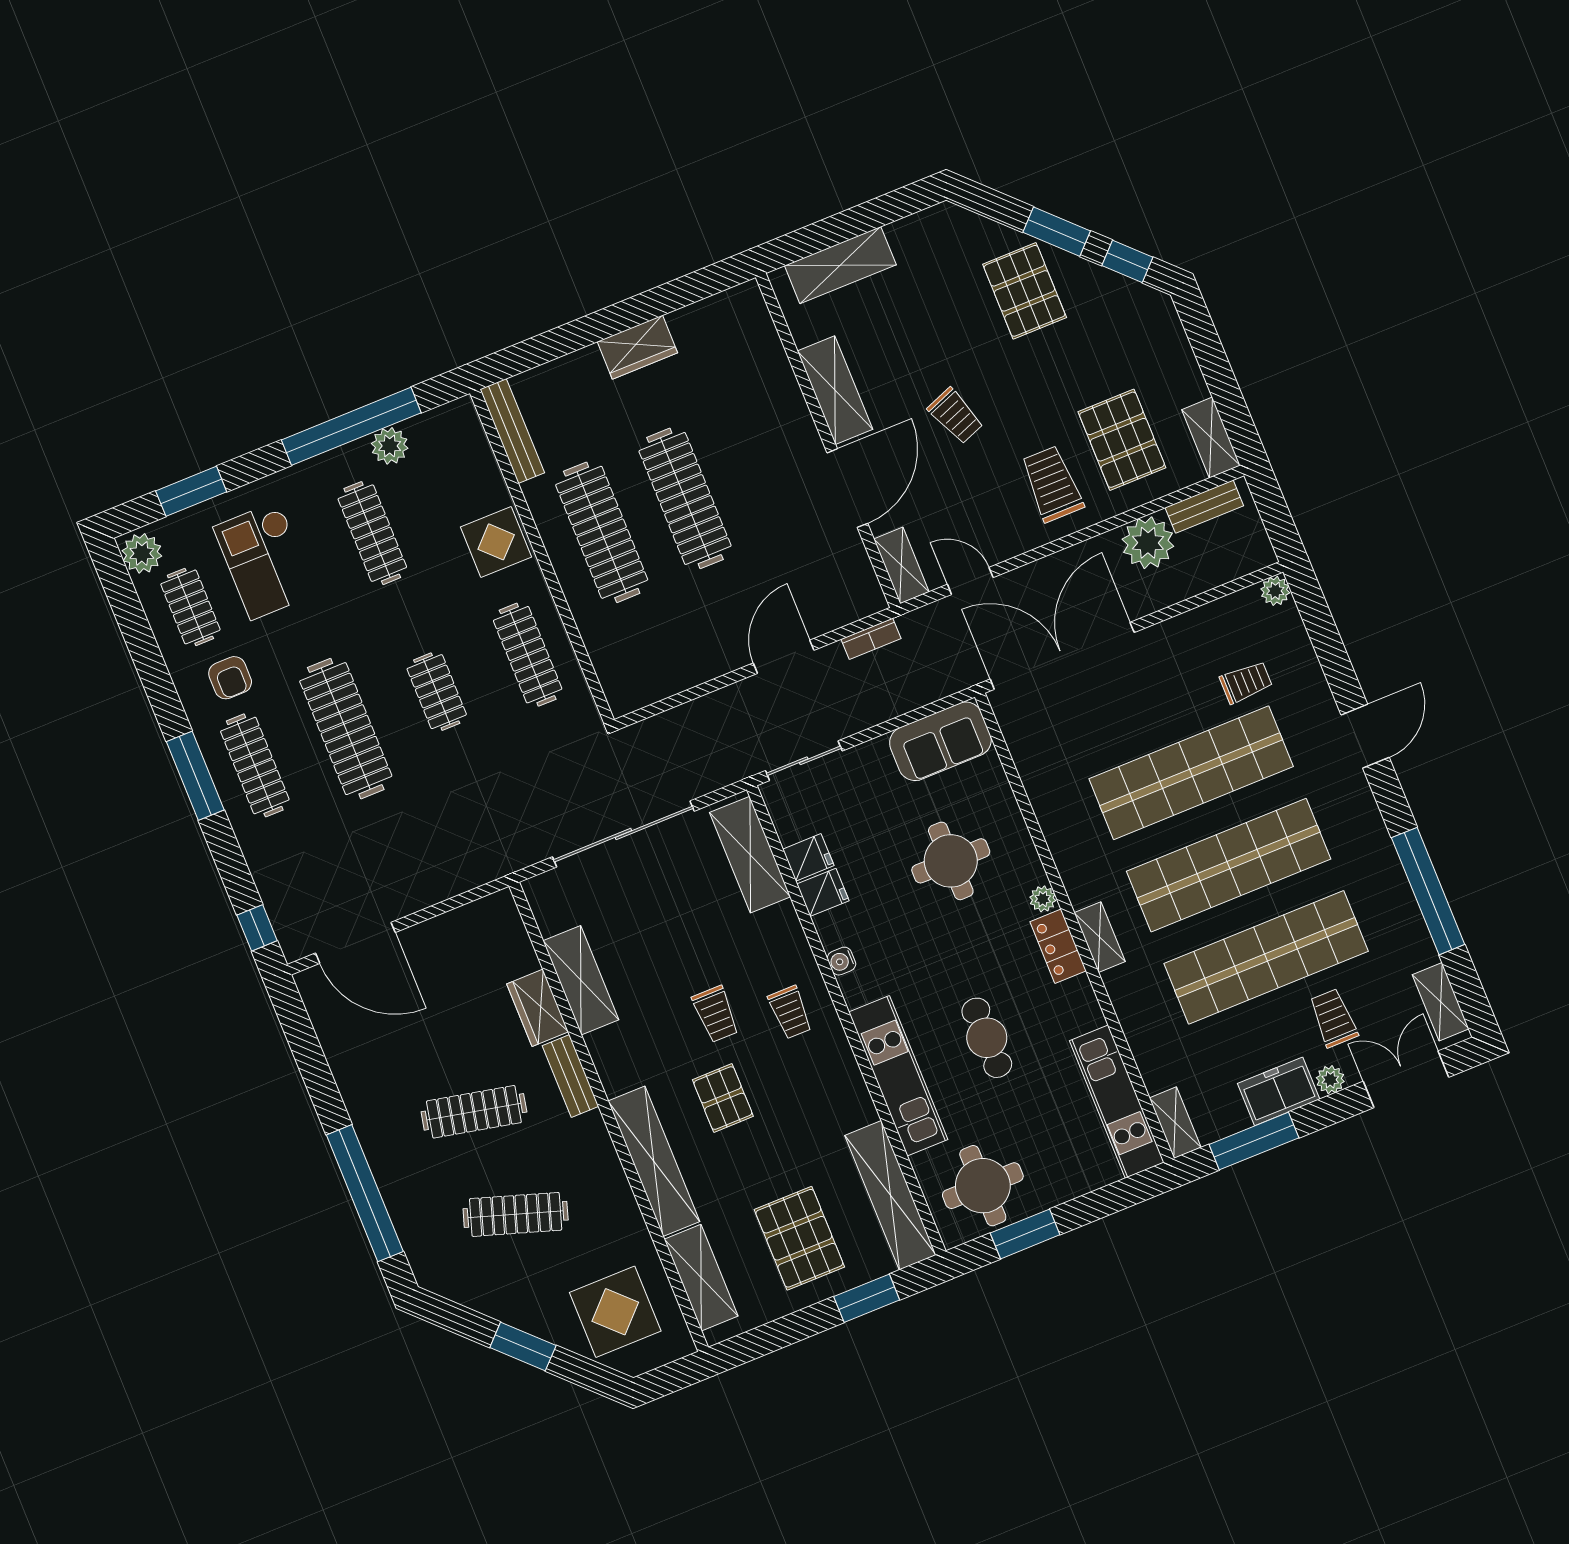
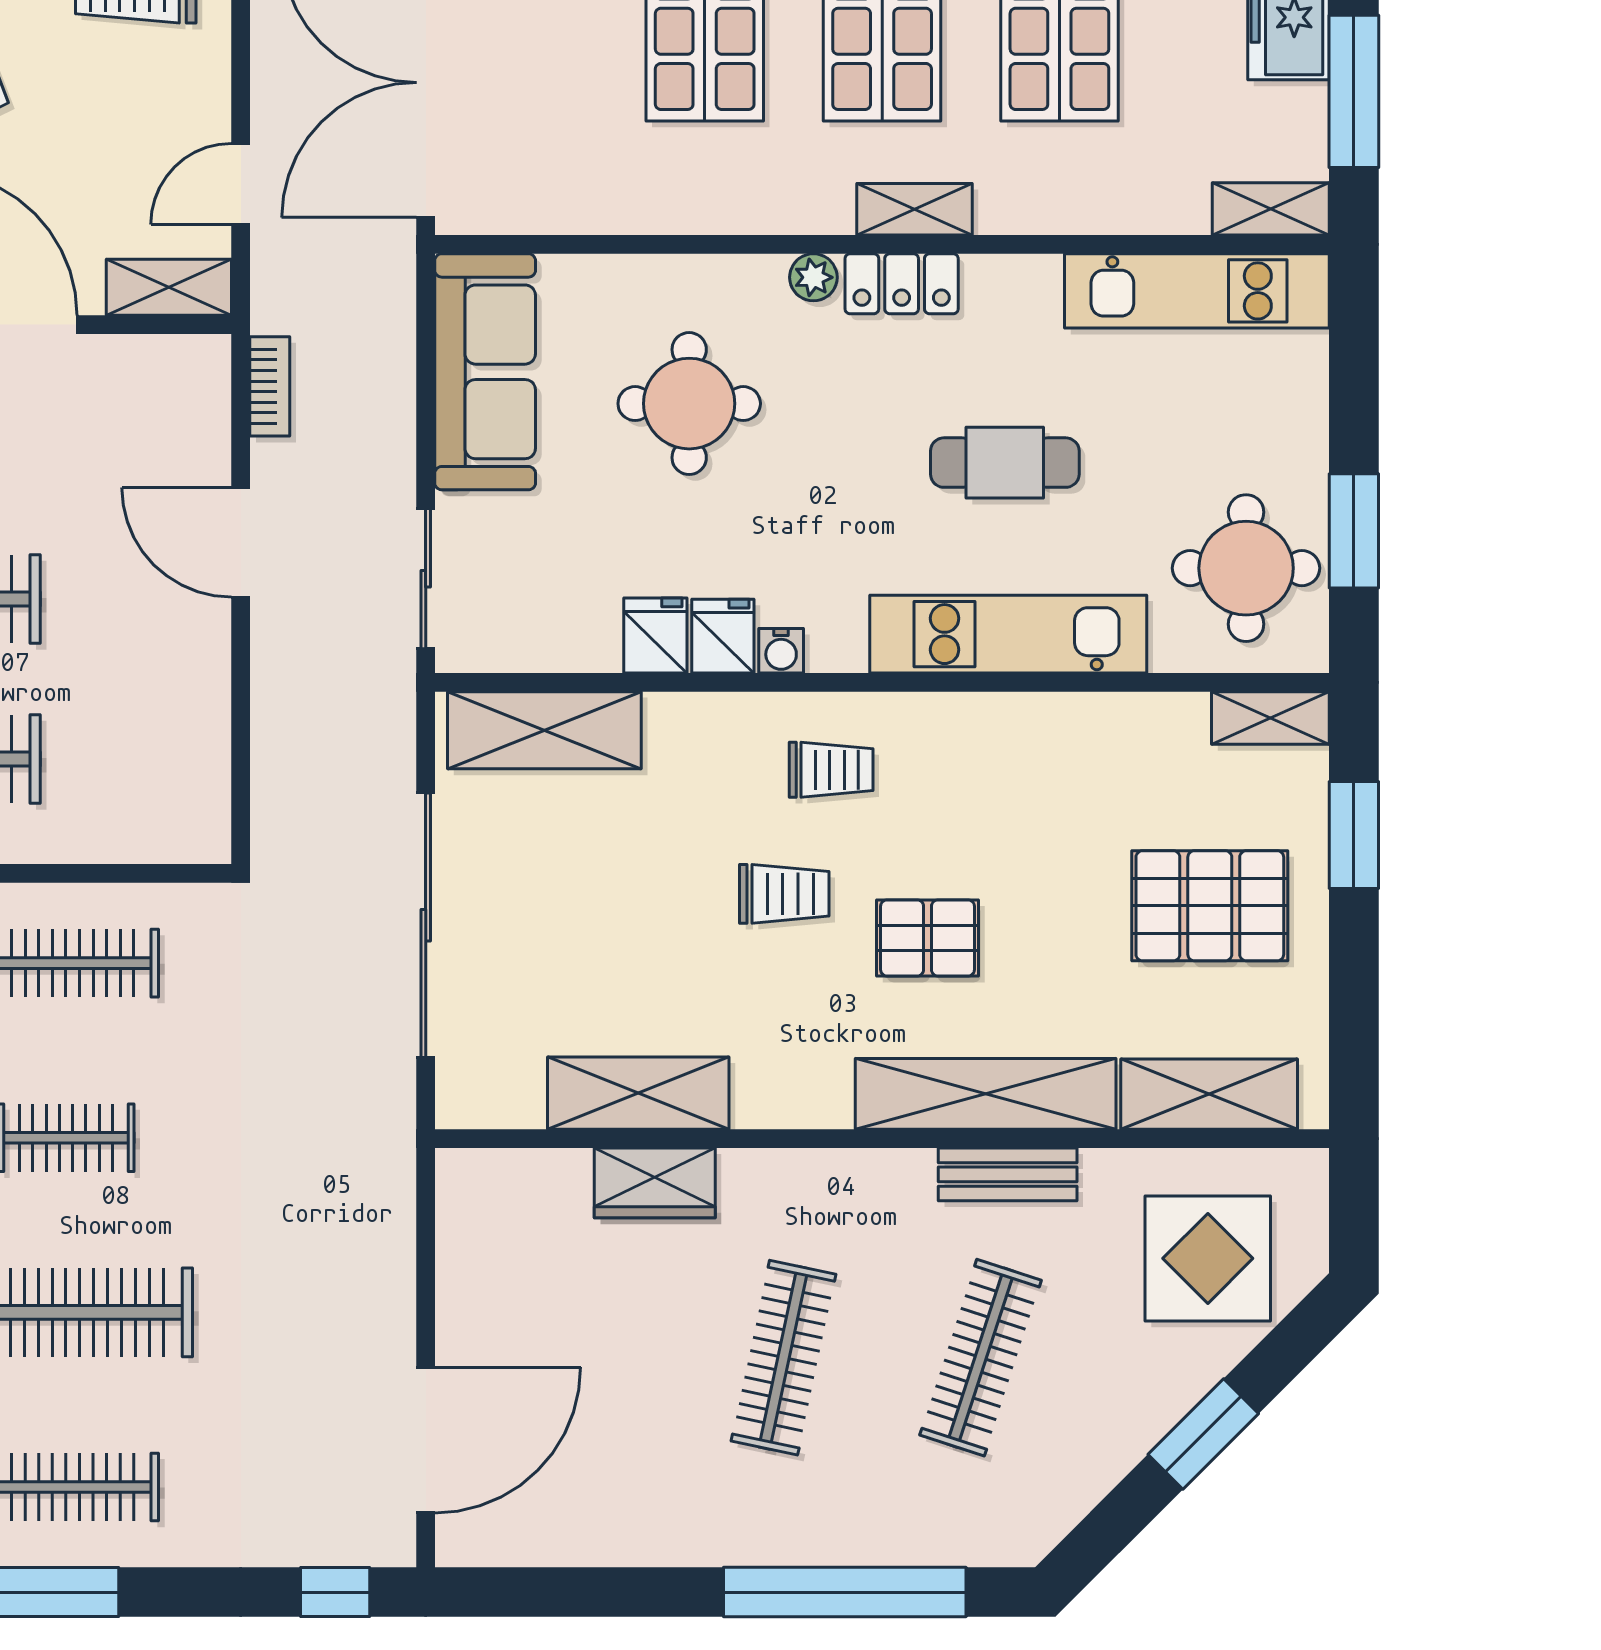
sofa: (940, 741) -> (485, 372), width x1.36
fridge: (808, 857) -> (723, 636), moved
bench: (571, 1076) -> (1008, 1174), moved
shelving: (890, 1195) -> (1270, 718), width x0.45, depth x0.75

